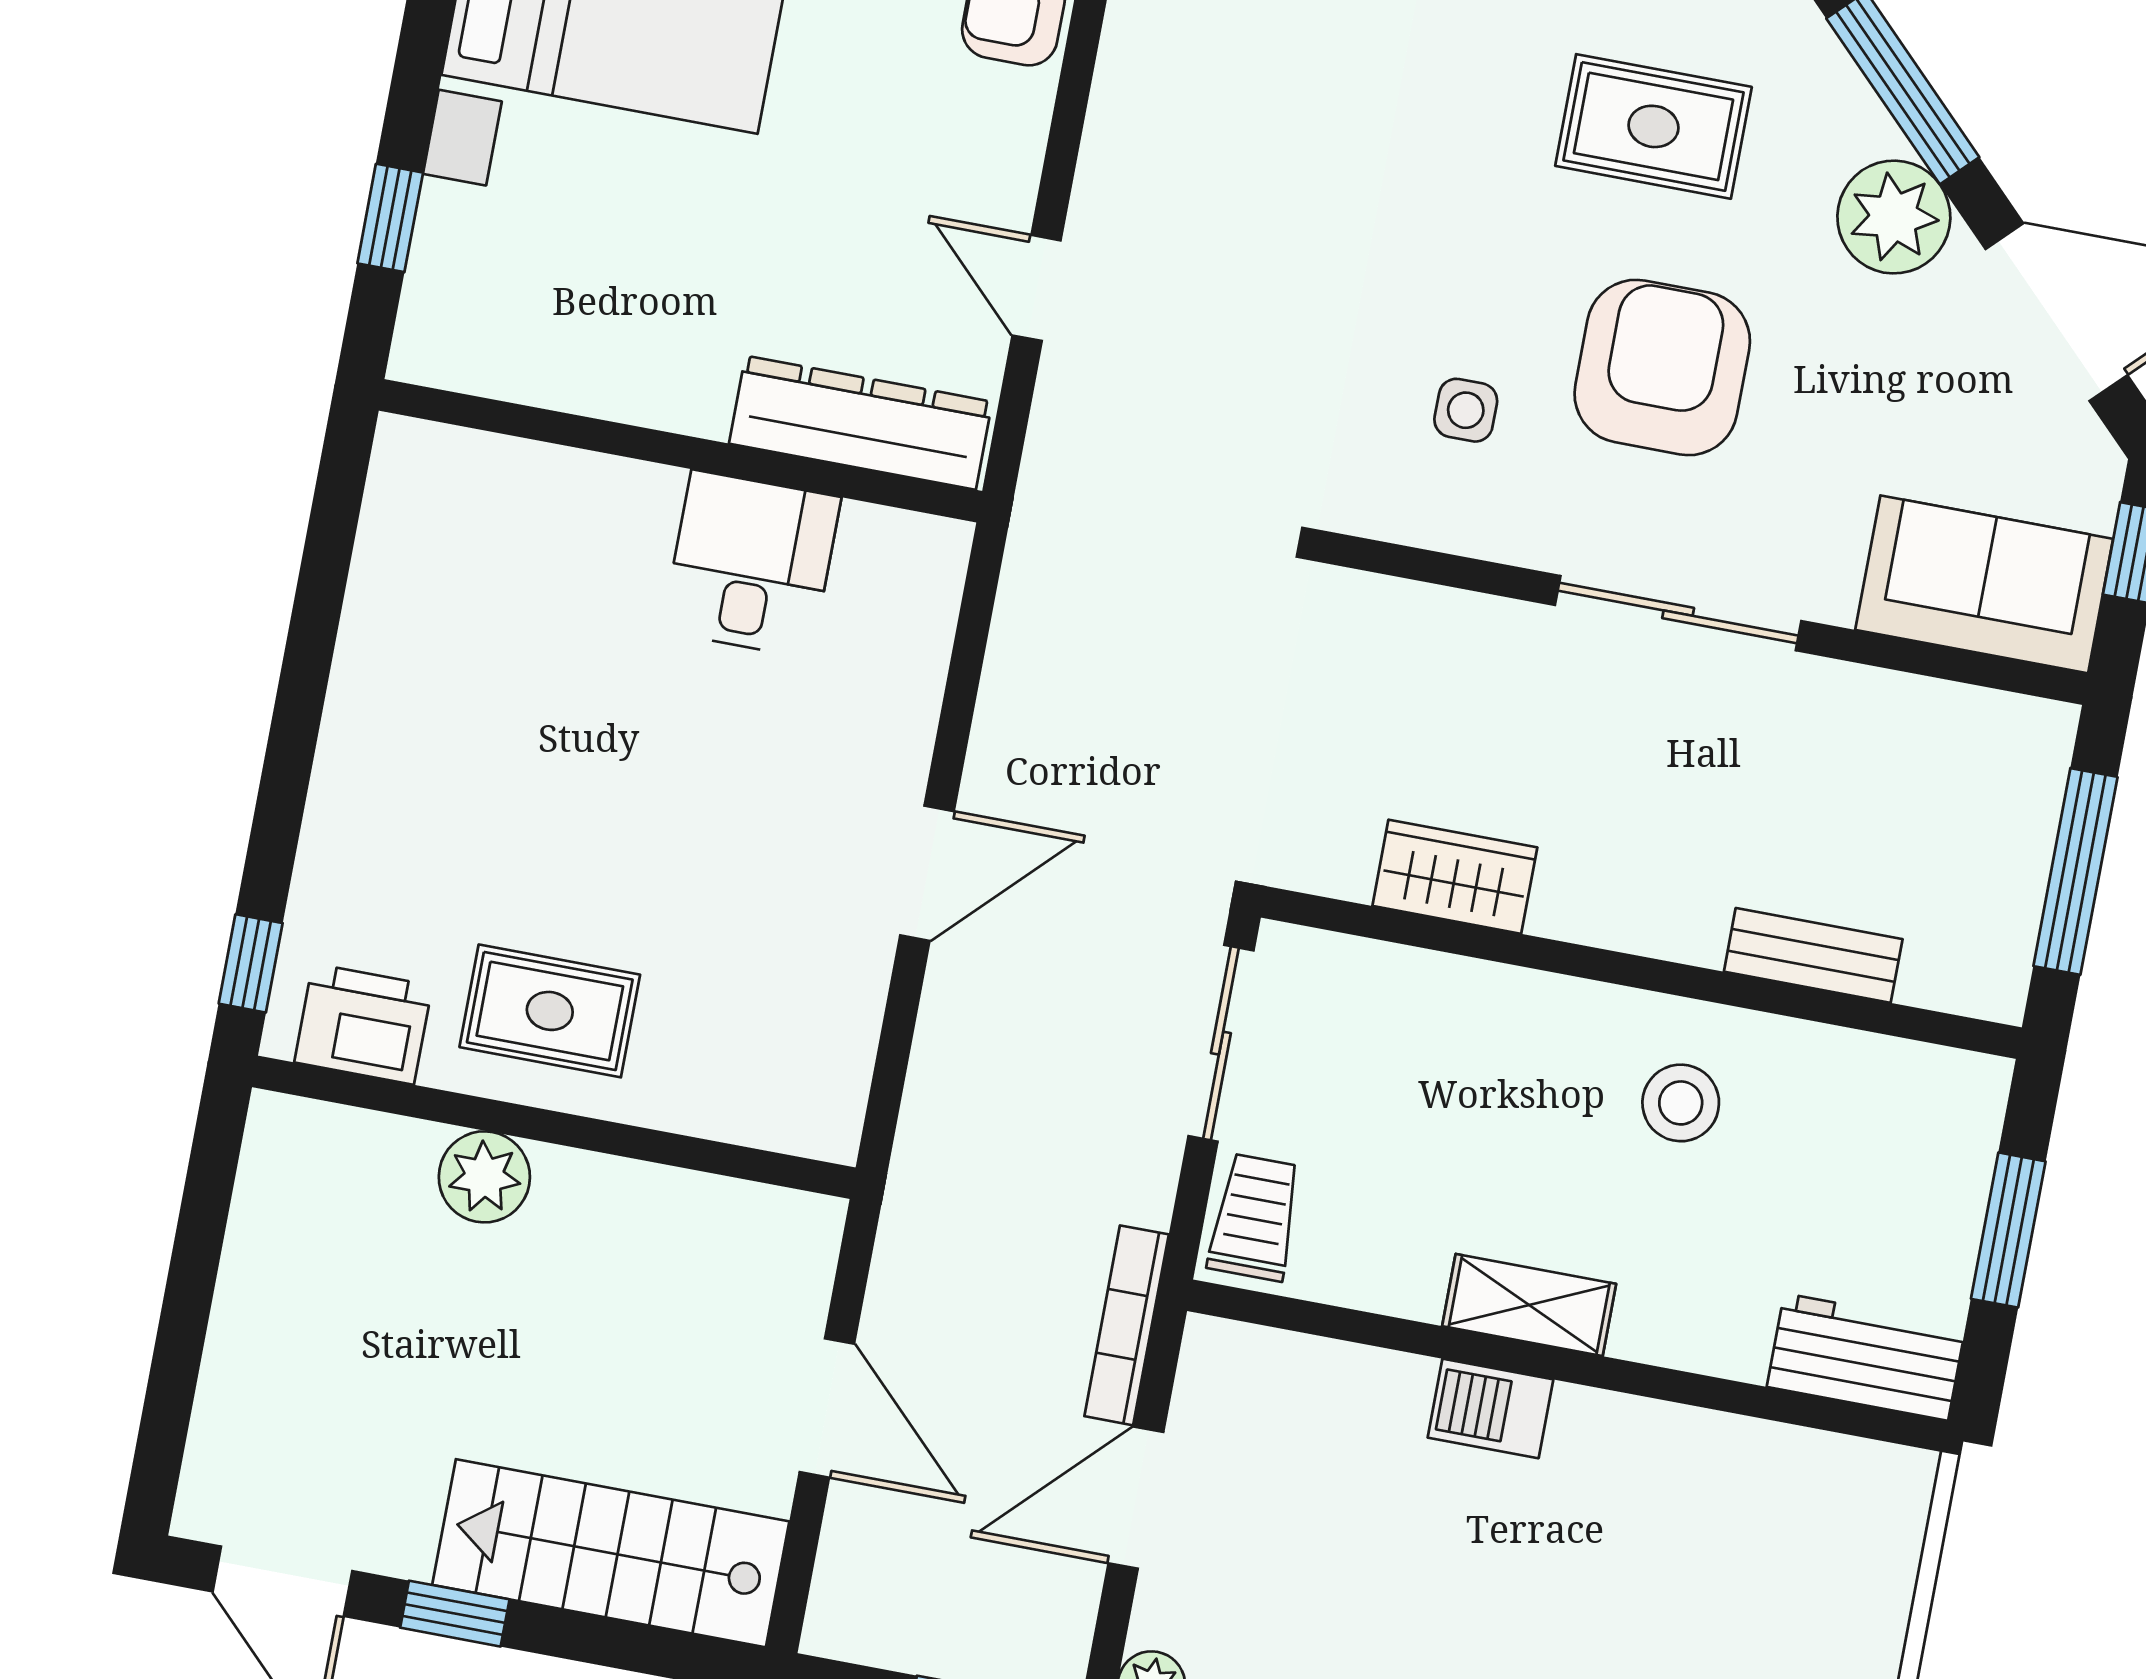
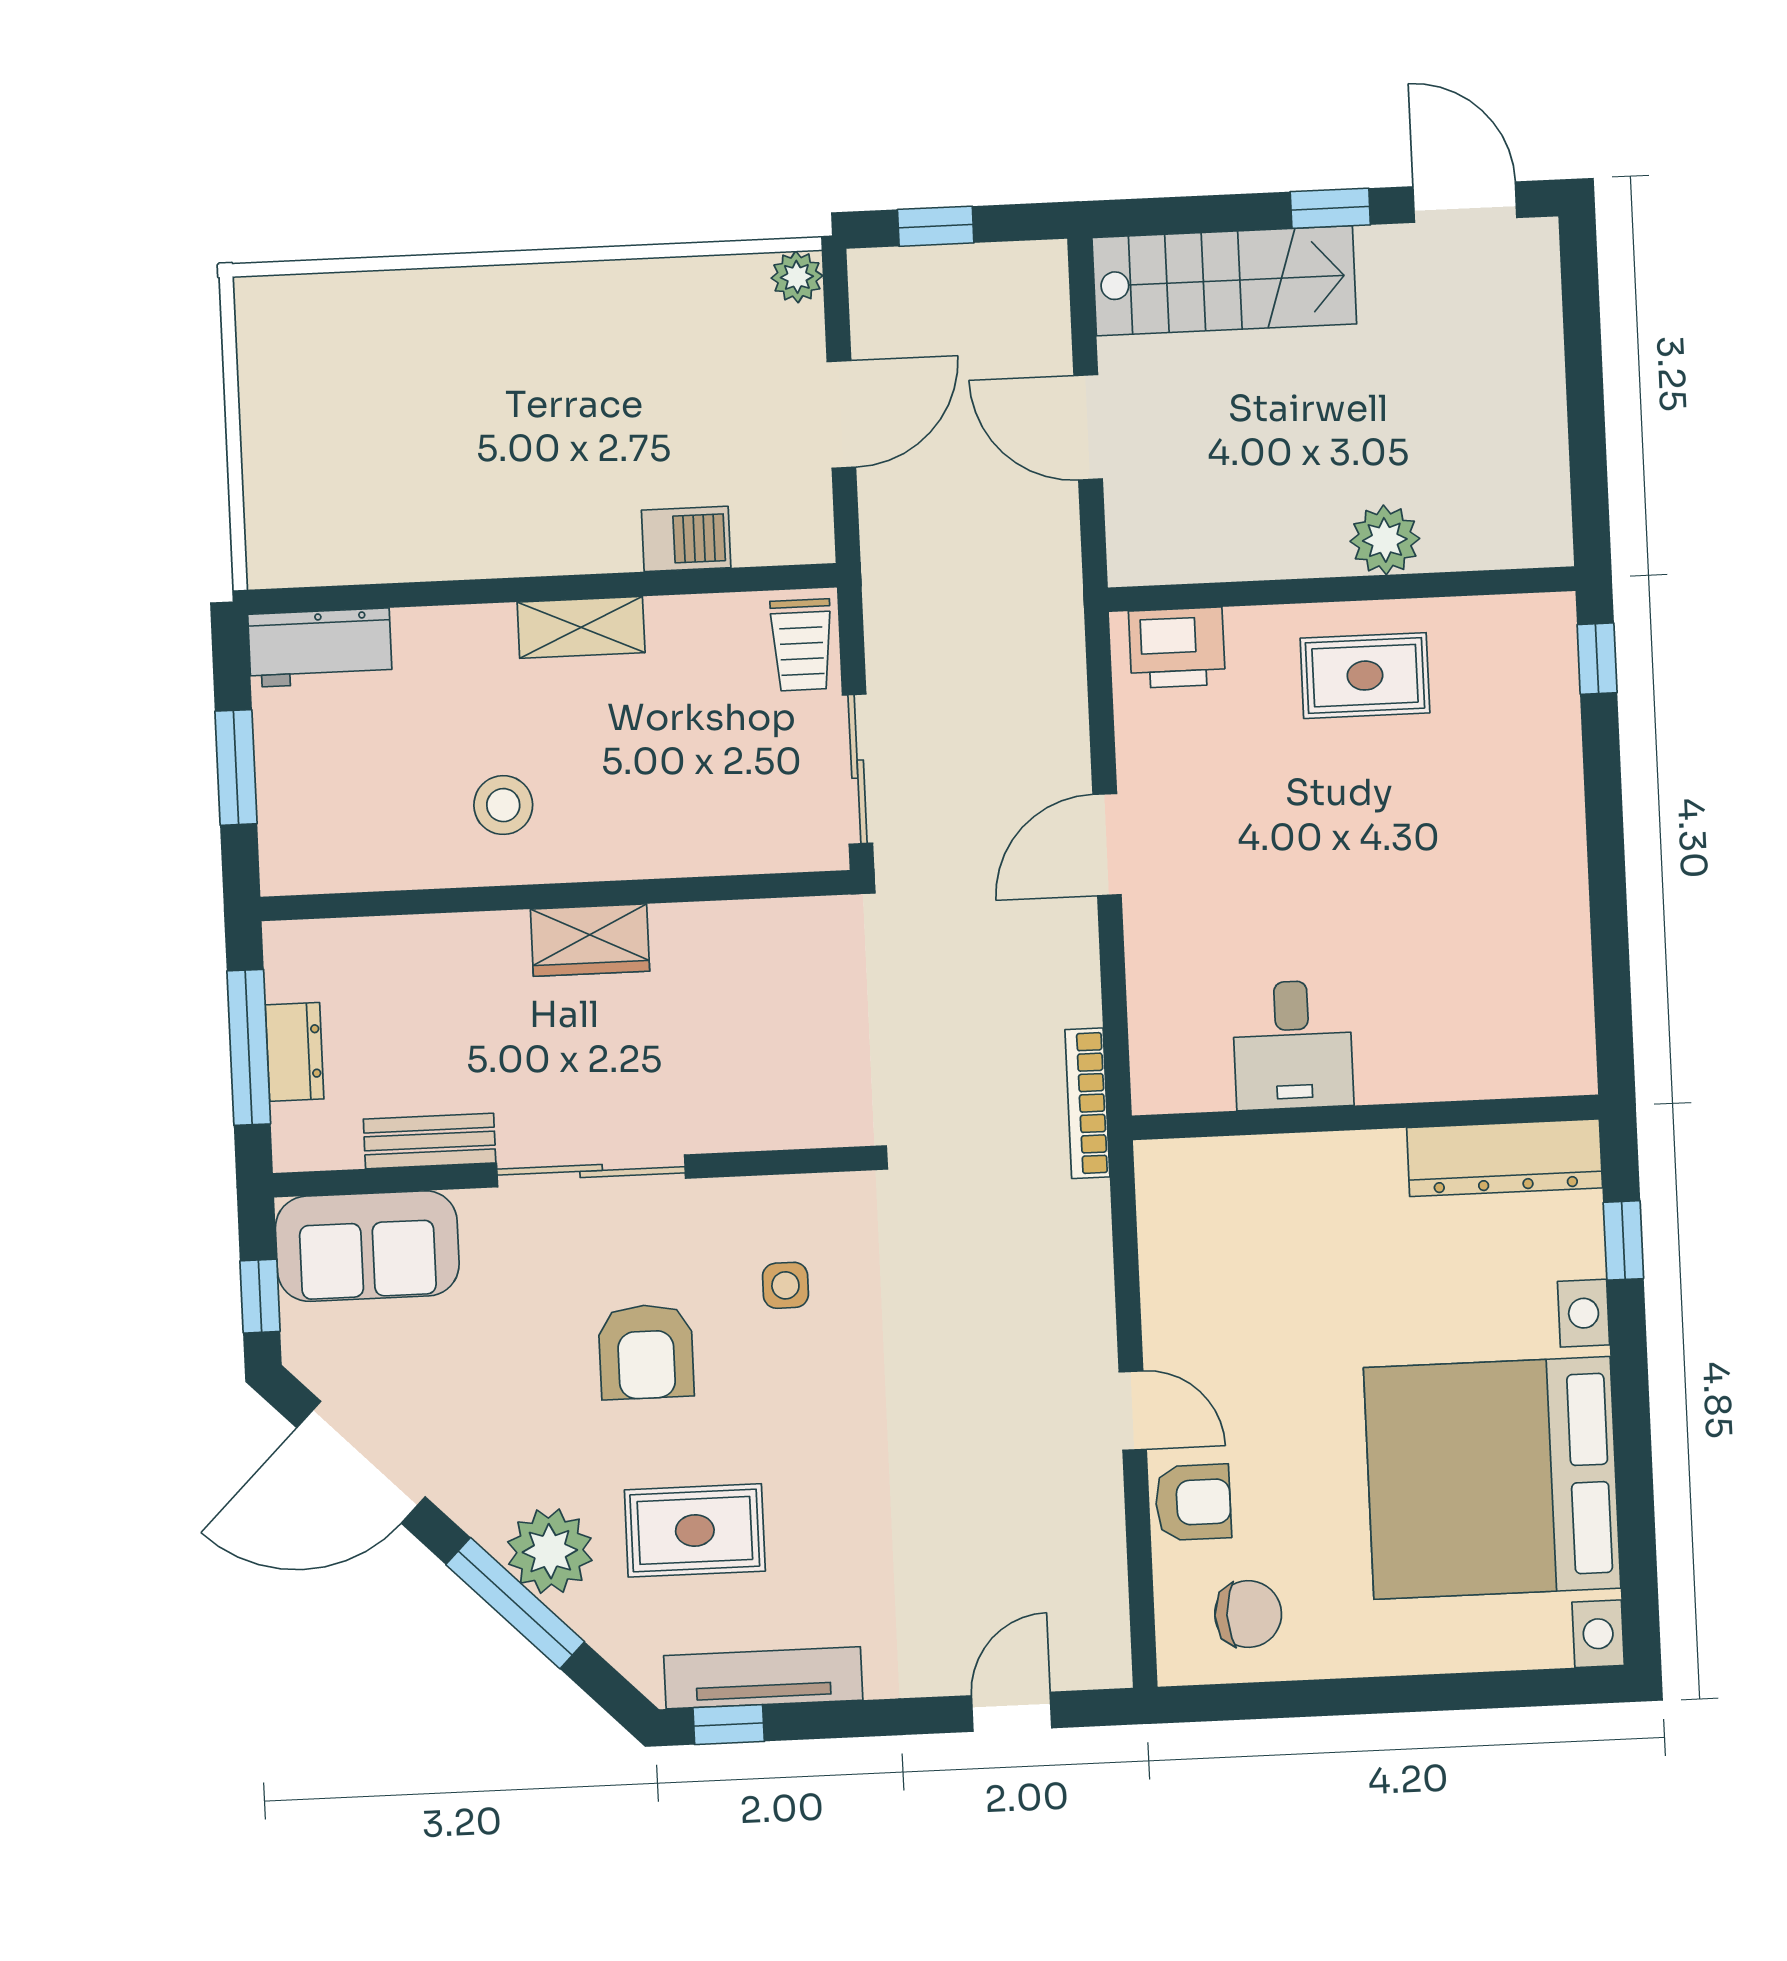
plant: (1894, 217) -> (550, 1551), moved
door: (1037, 288) -> (1133, 1411), moved
armchair: (1662, 367) -> (646, 1352), width x0.73, depth x0.73
dresser: (861, 423) -> (1505, 1158), moved
dresser: (2019, 852) -> (295, 1052), added
wardrobe: (1455, 877) -> (590, 940), moved
bench: (1813, 955) -> (430, 1141), moved
printer: (363, 1024) -> (1177, 648), moved
bookcase: (1127, 1325) -> (1087, 1103), moved, turned 180
barbecue: (1490, 1408) -> (686, 539), moved

